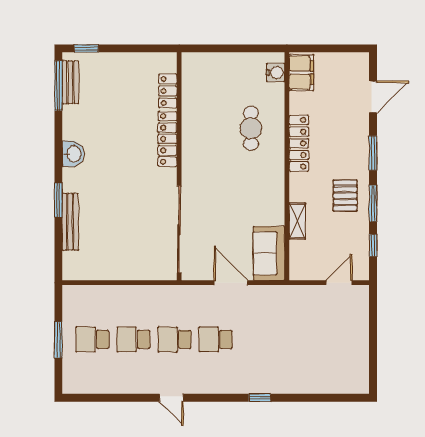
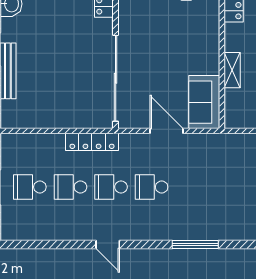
locker: (155, 294) -> (92, 142), added
window: (260, 398) -> (195, 245), width x2.17

